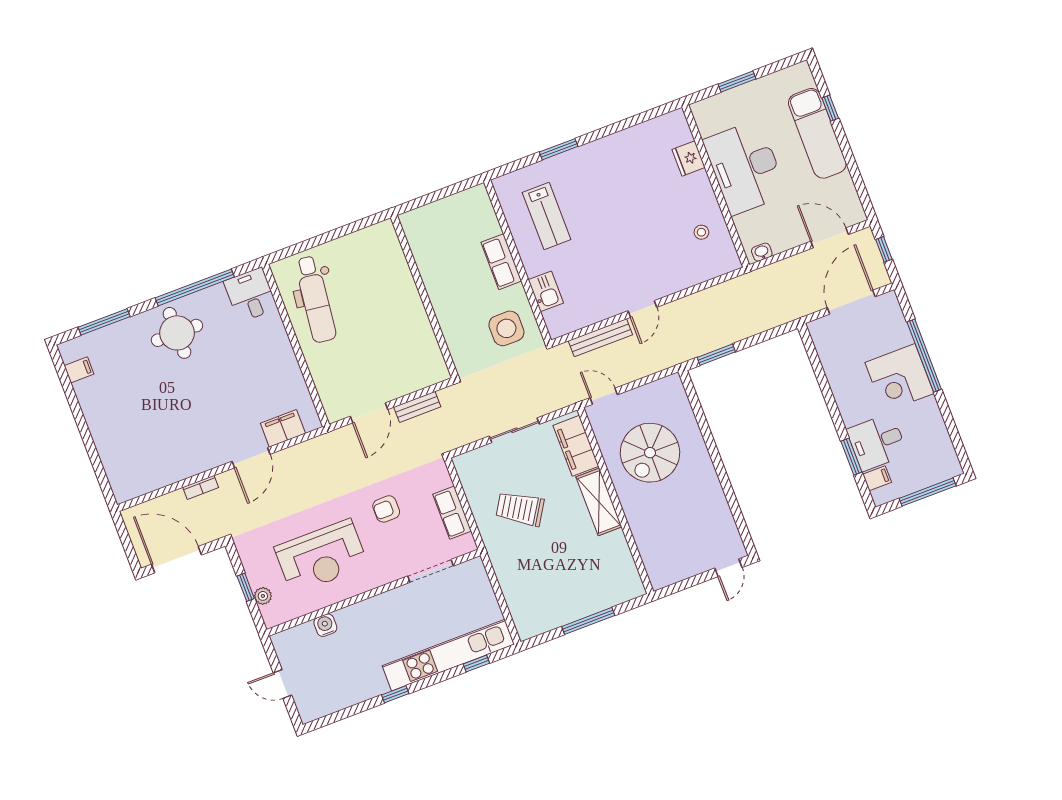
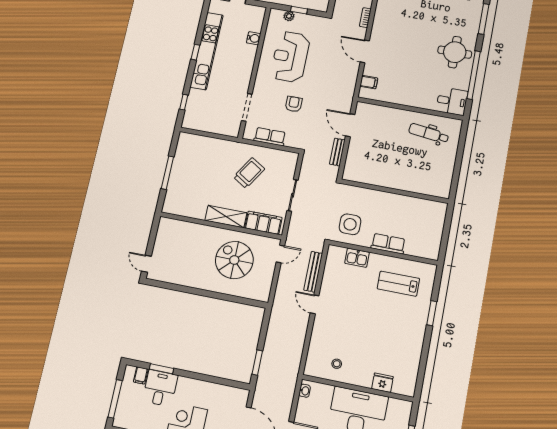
dental chair: (315, 299) -> (429, 133), width x0.73, depth x0.72
window: (716, 355) -> (257, 363), moved
filing cabinet: (283, 428) -> (369, 82), width x0.50
kitchen unit: (448, 655) -> (207, 51), moved

